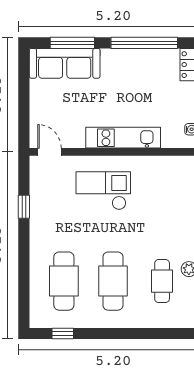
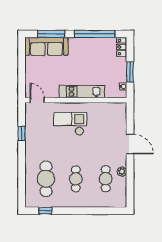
cafe table: (113, 281) -> (76, 179), width x0.73, depth x0.74

